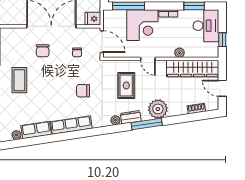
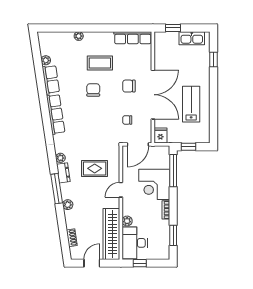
desk: (206, 26) -> (135, 243), moved, turned 90
chair: (83, 91) -> (93, 90), moved
plant: (158, 109) -> (68, 205), width x0.53, depth x0.53

